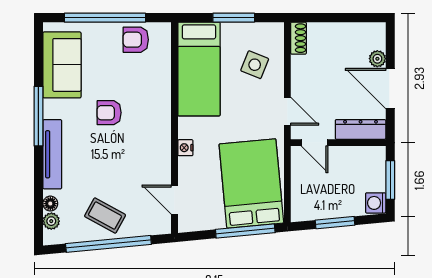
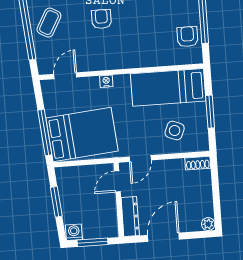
plant: (377, 59) -> (208, 224), moved
armchair: (109, 113) -> (101, 19), moved

